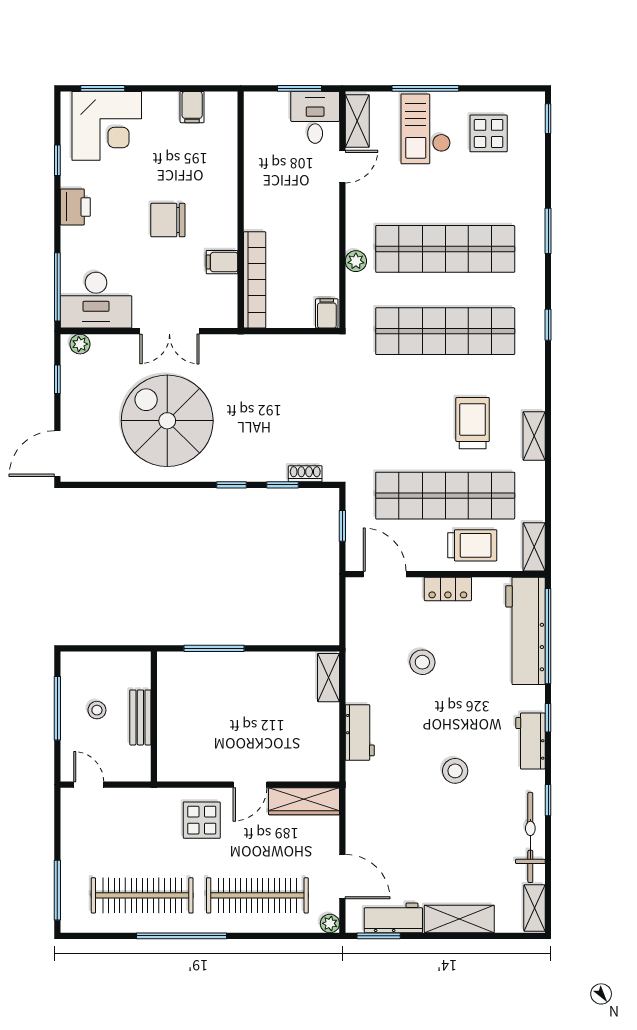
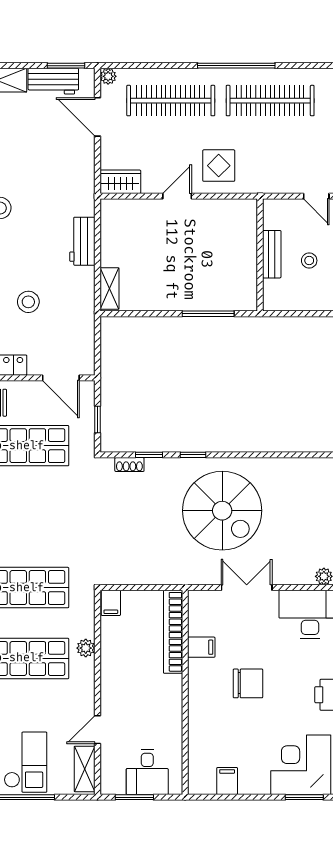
desk: (315, 117) -> (147, 772), moved
spiral stairs: (167, 421) -> (222, 511), moved
wardrobe: (304, 801) -> (120, 182), width x0.67

